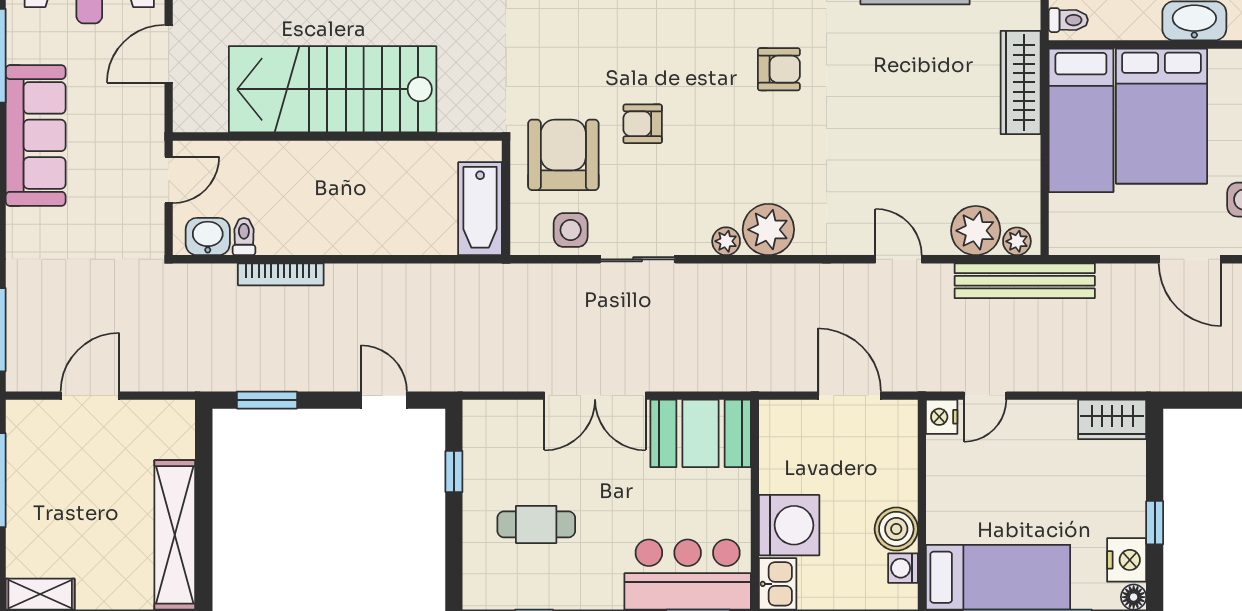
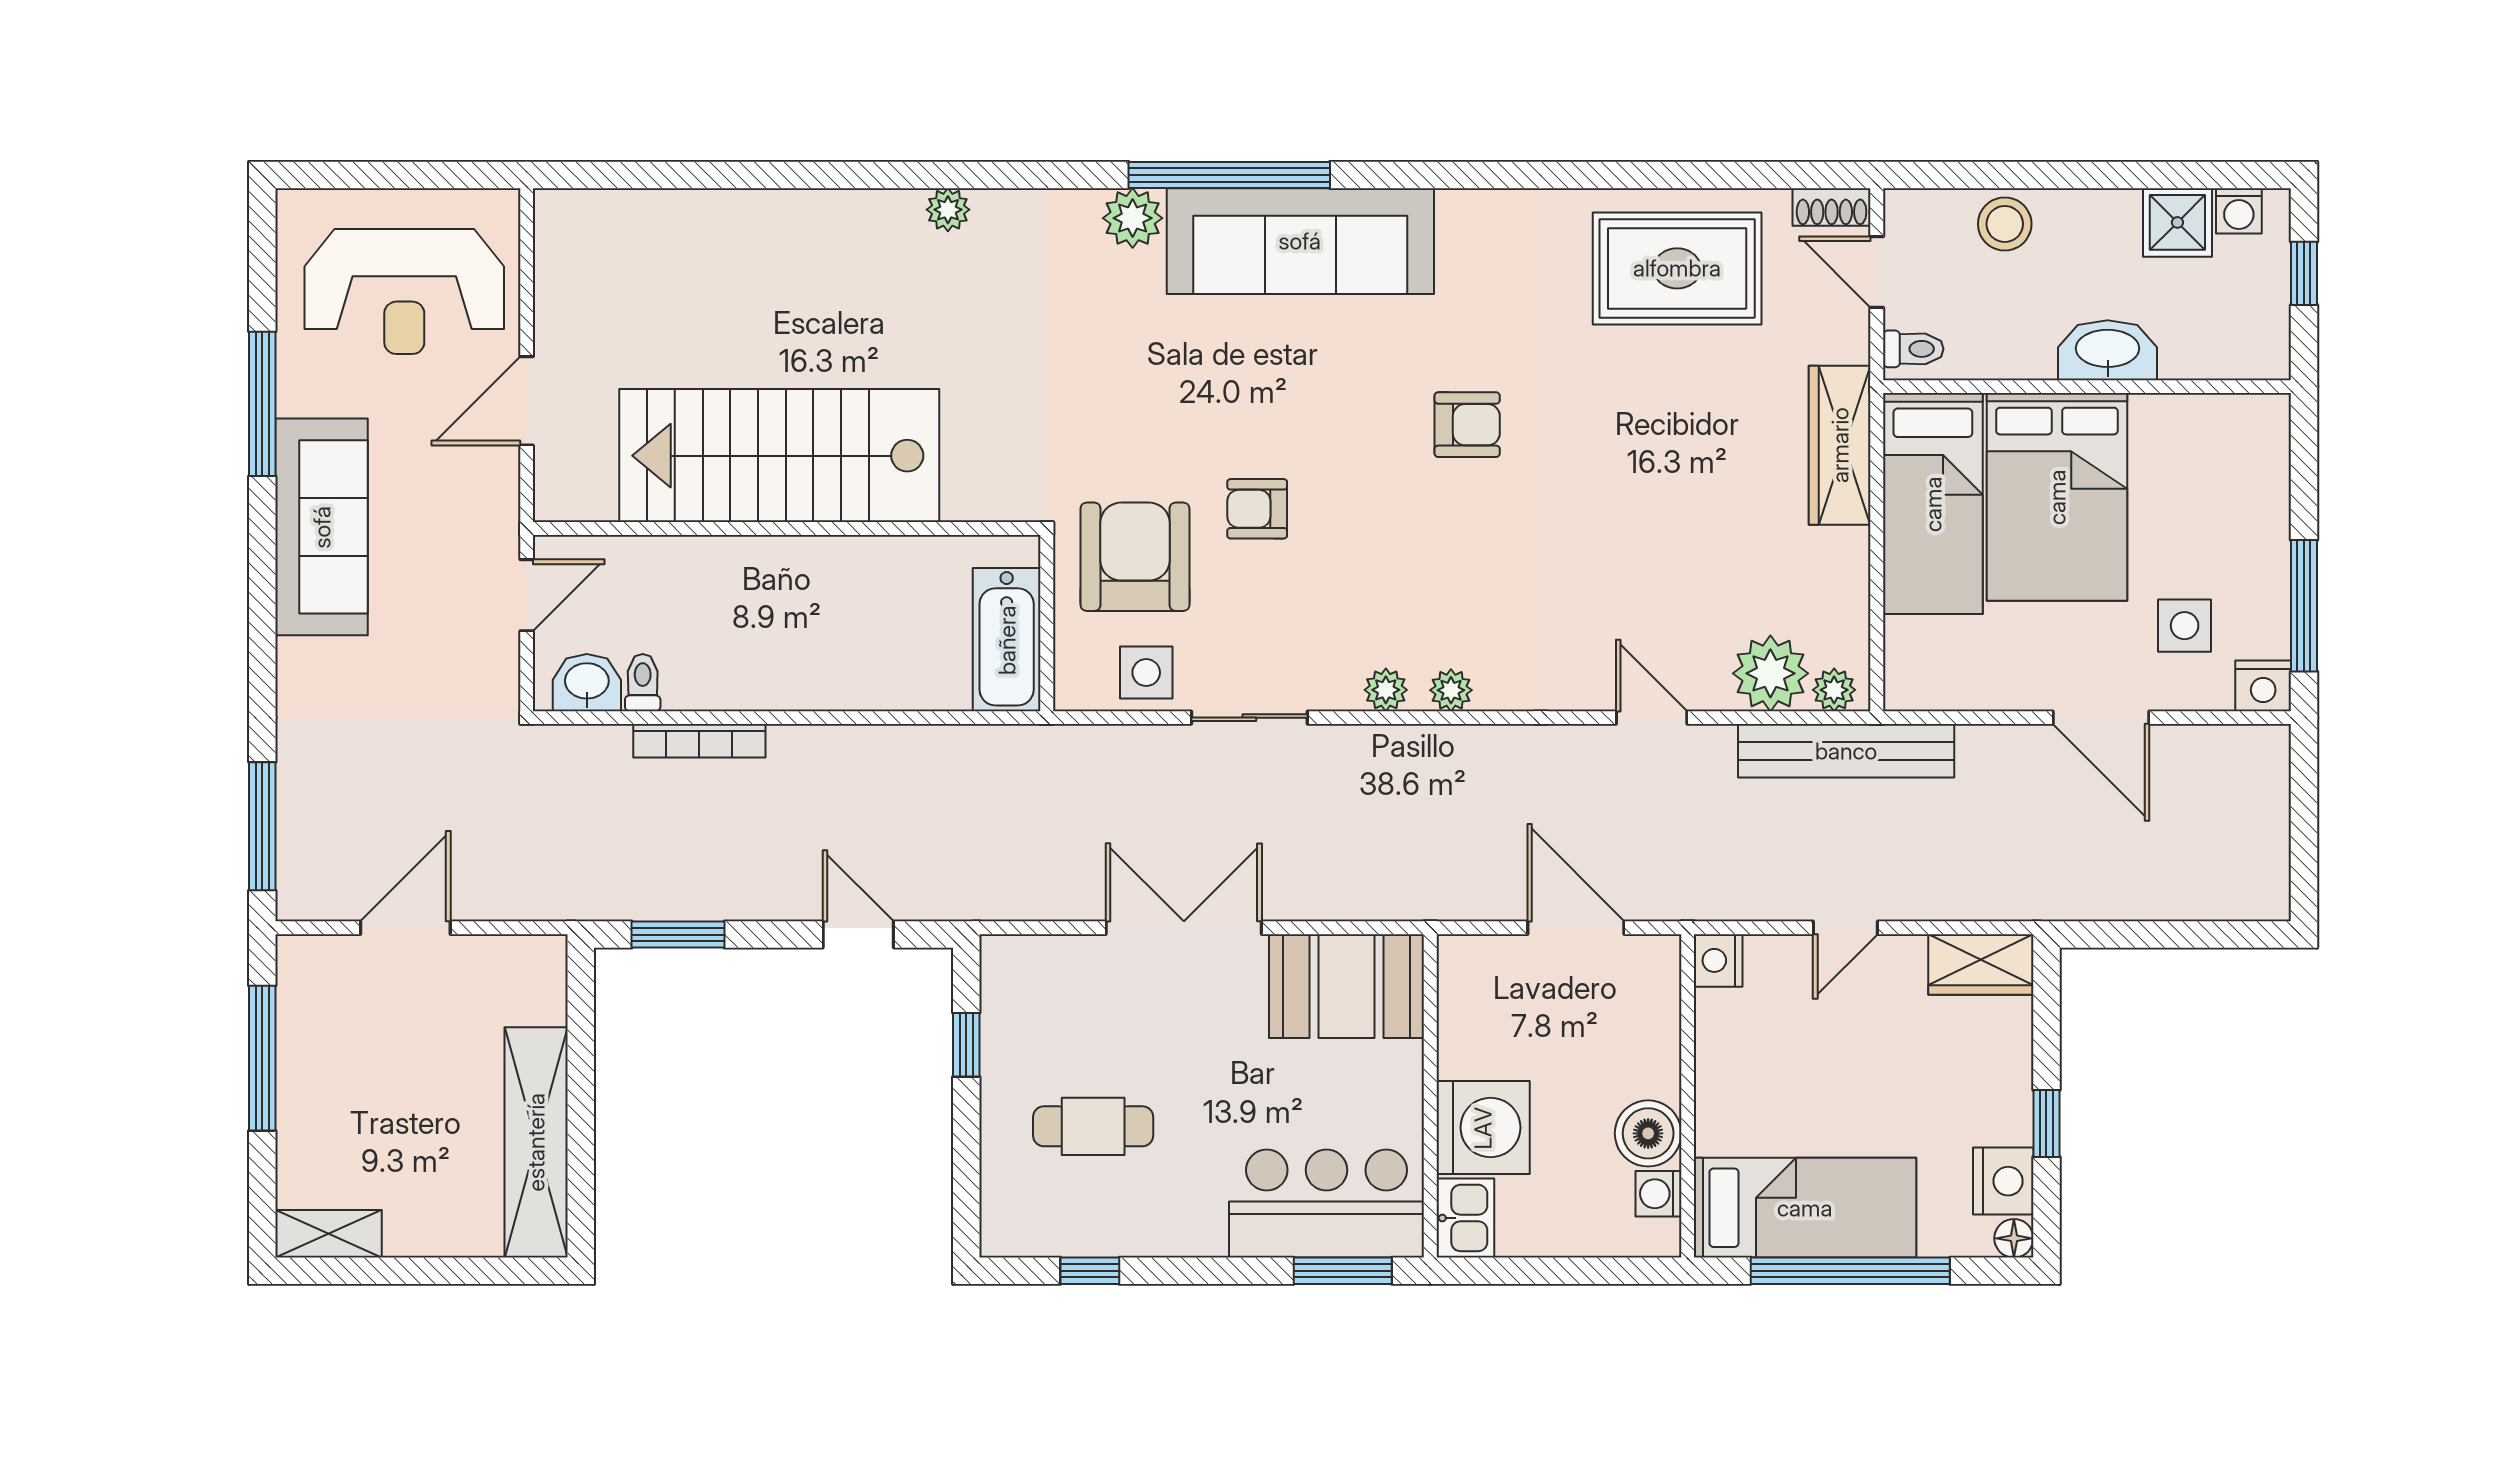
plant: (768, 230) -> (1451, 690), width x0.53, depth x0.53
double door: (595, 396) -> (1184, 928), swing flipped
door: (985, 396) -> (1845, 928), moved

